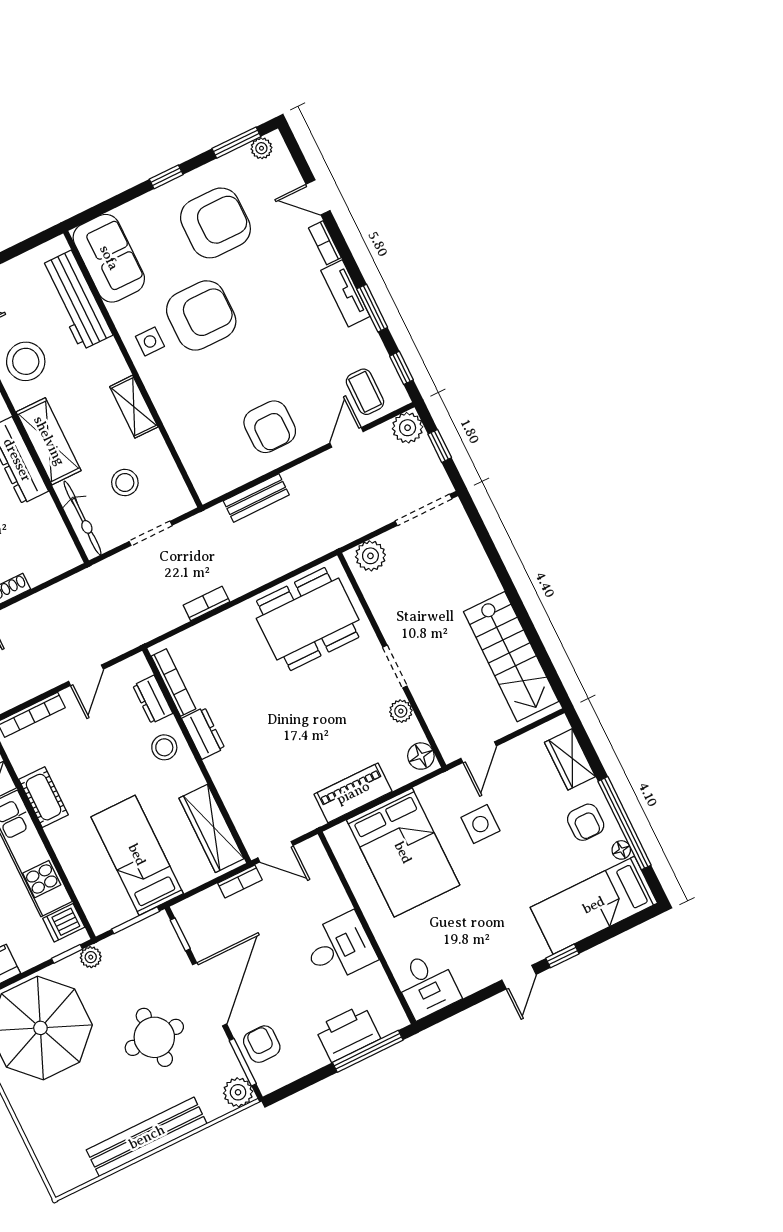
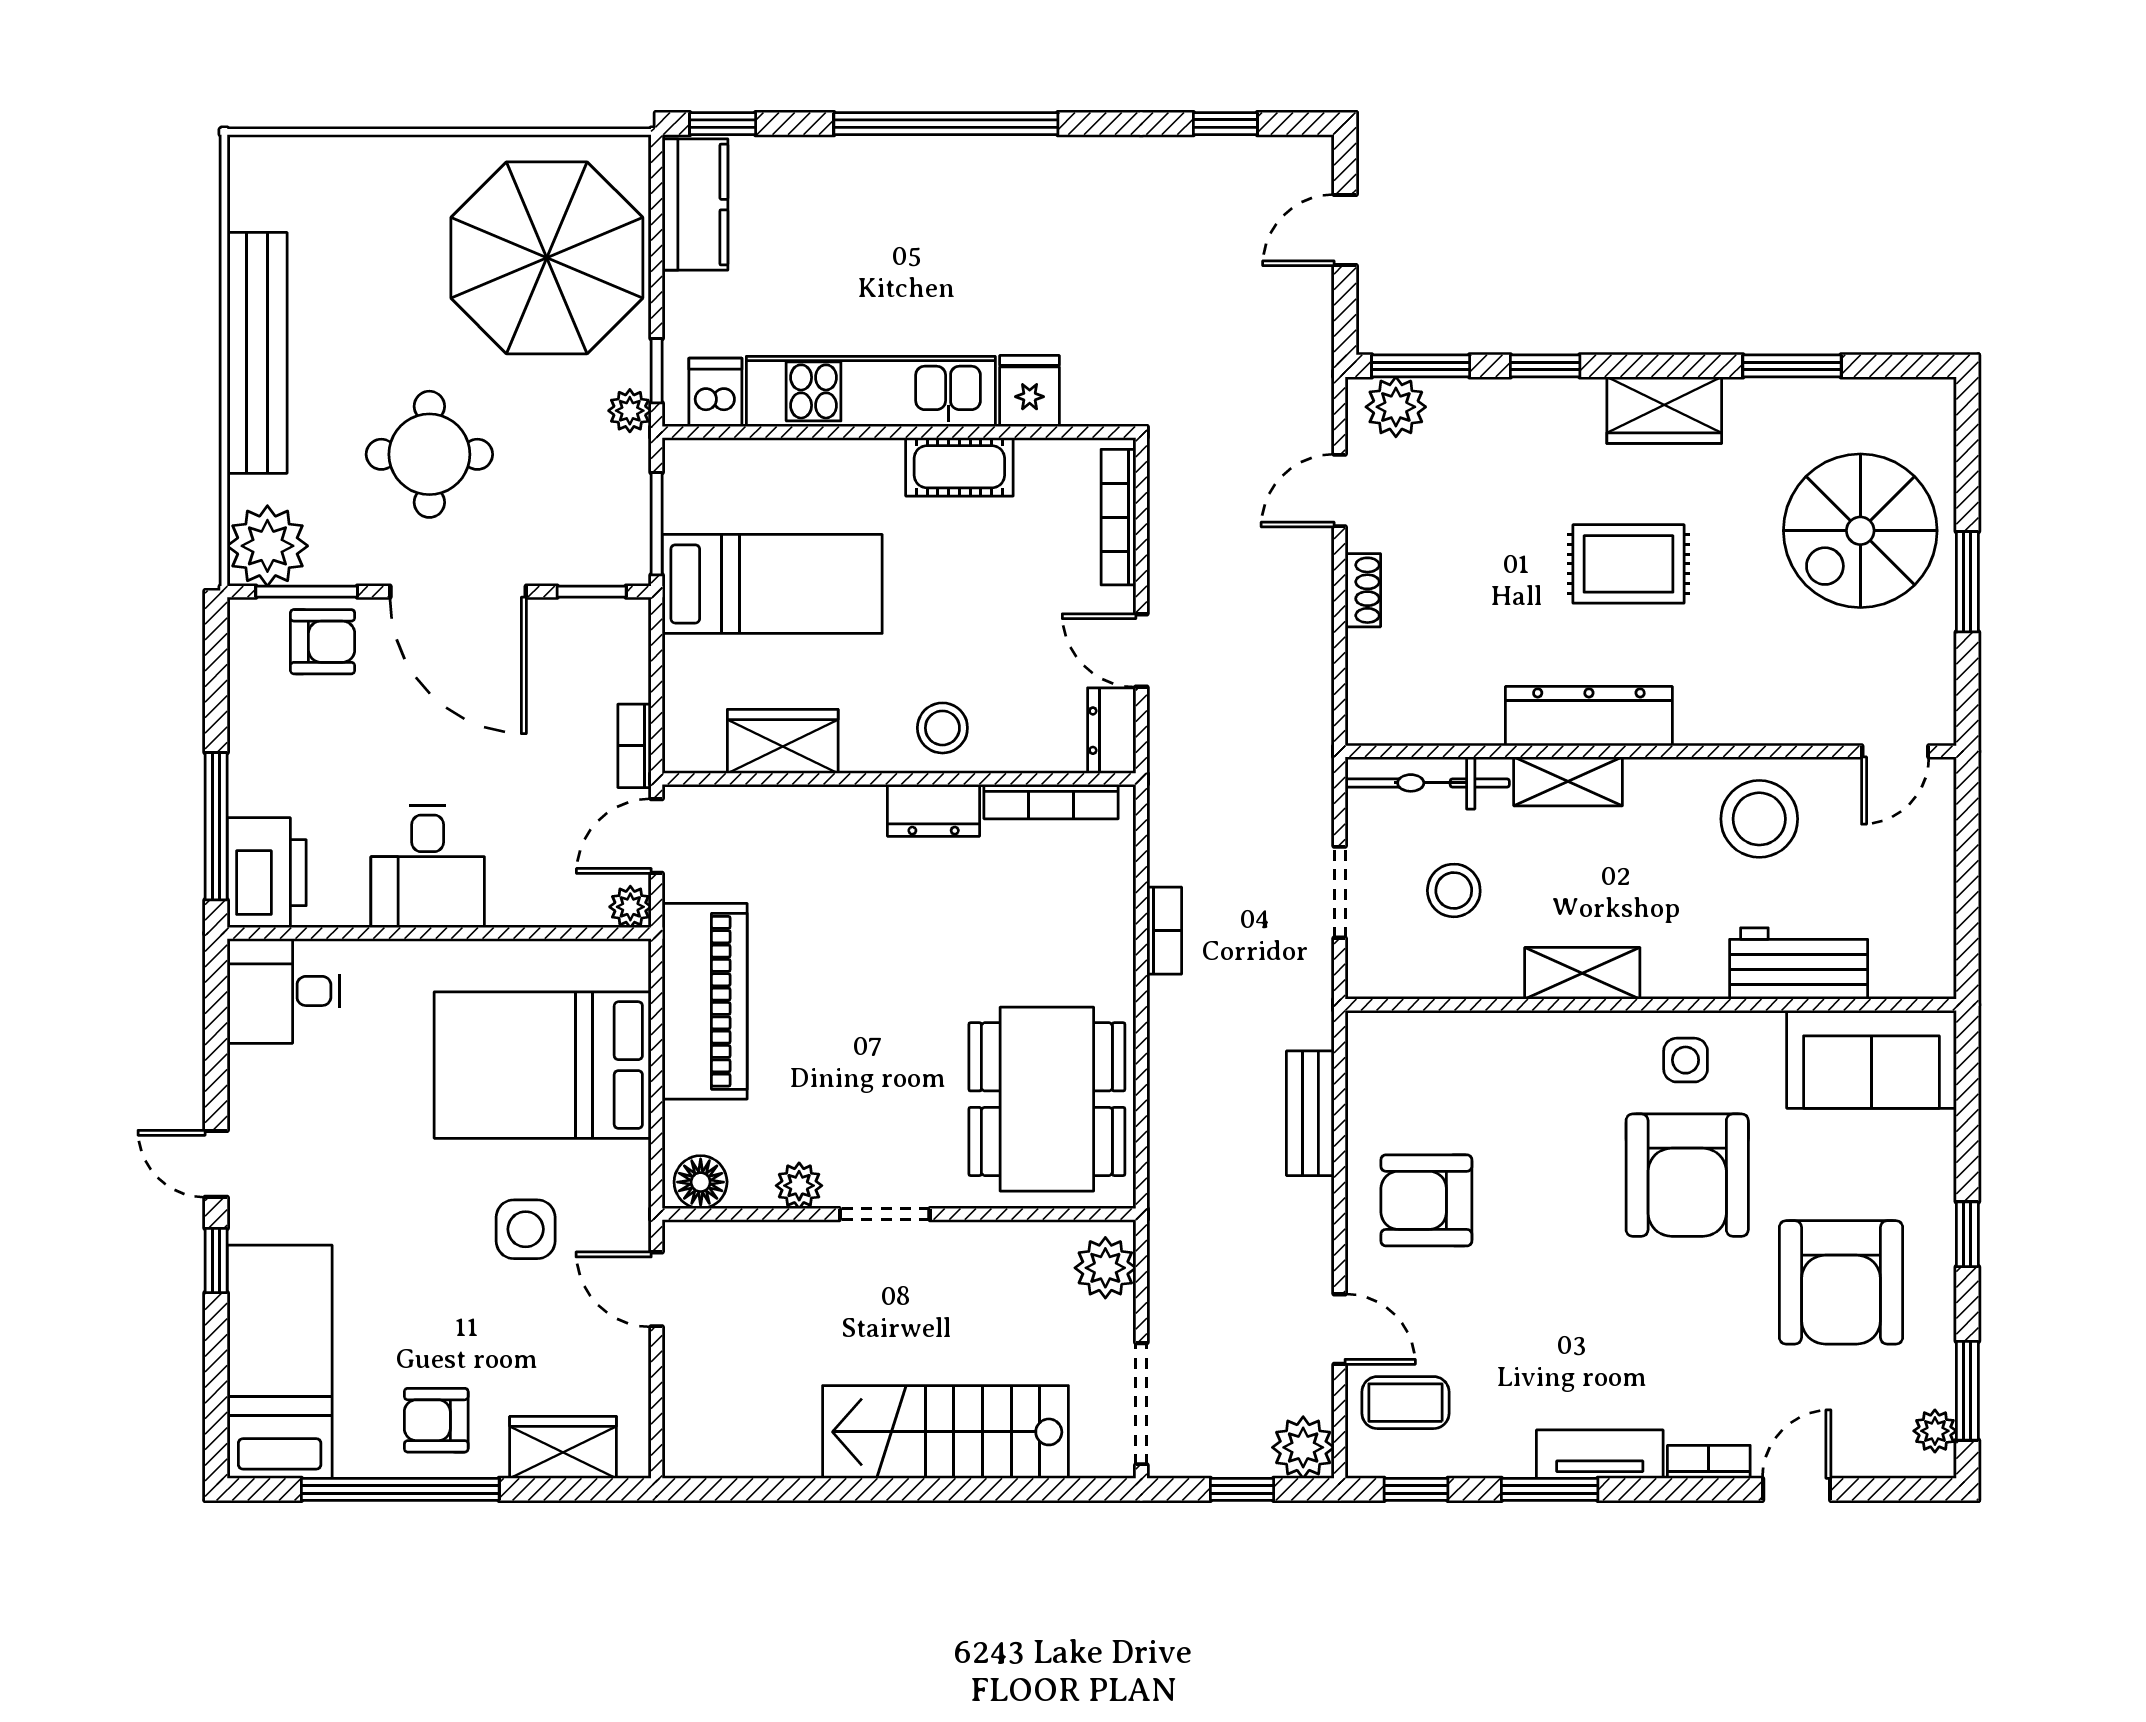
workbench: (76, 300) -> (1799, 964), width x0.73
shelving: (49, 441) -> (1568, 781), width x0.67, depth x0.75
stairs: (511, 657) -> (946, 1432), moved
dresser: (153, 699) -> (1112, 731), moved, turned -90
piano: (353, 793) -> (705, 1001), width x1.37, depth x1.33
wardrobe: (211, 828) -> (783, 741), width x0.67
plant: (313, 848) -> (630, 907), added
floor lamp: (621, 850) -> (355, 1460), removed
printer: (348, 1033) -> (267, 873), moved
plant: (238, 1092) -> (267, 546), width x1.36, depth x1.36

